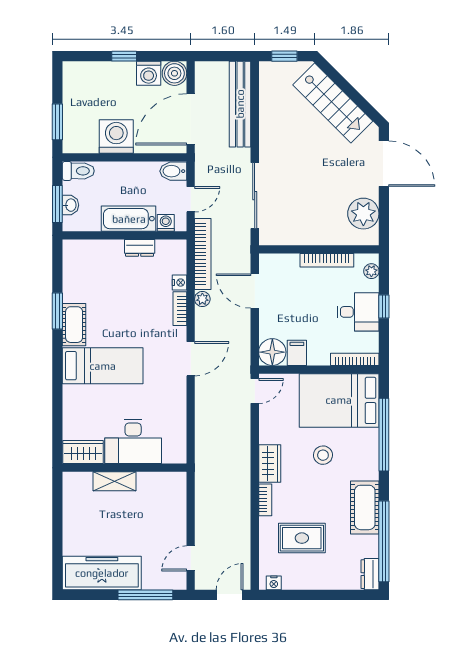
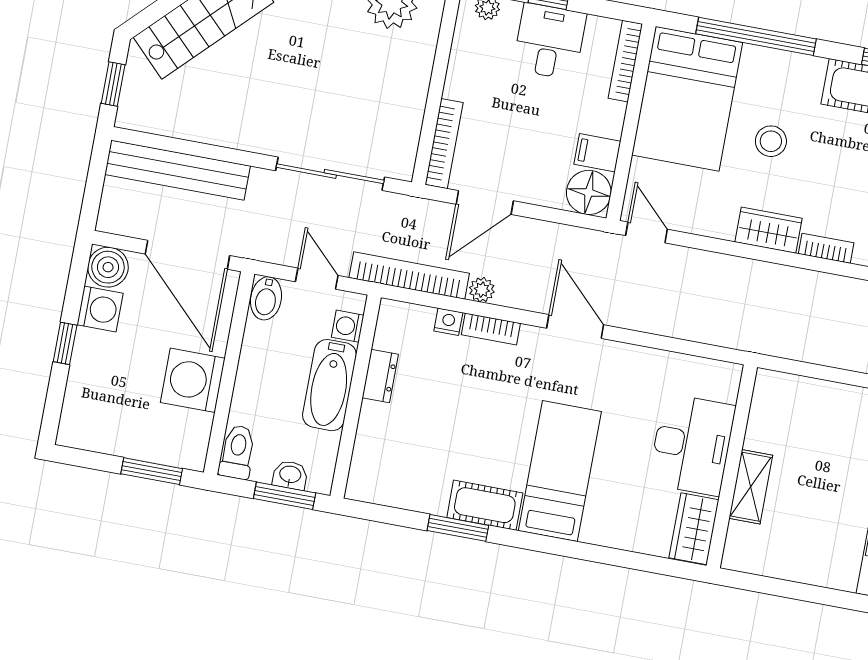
bookcase: (327, 260) -> (444, 144), moved

